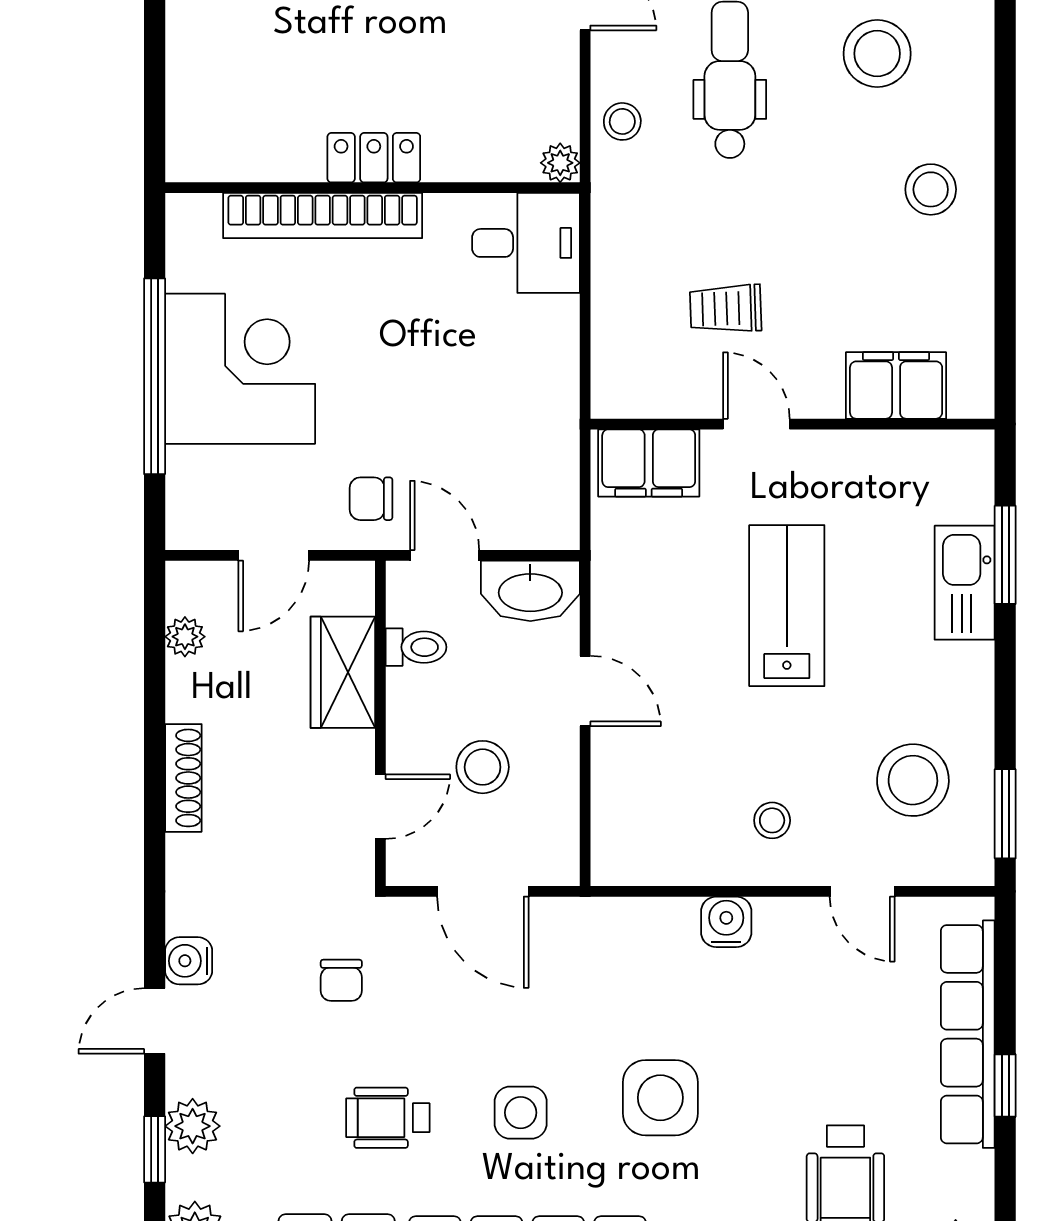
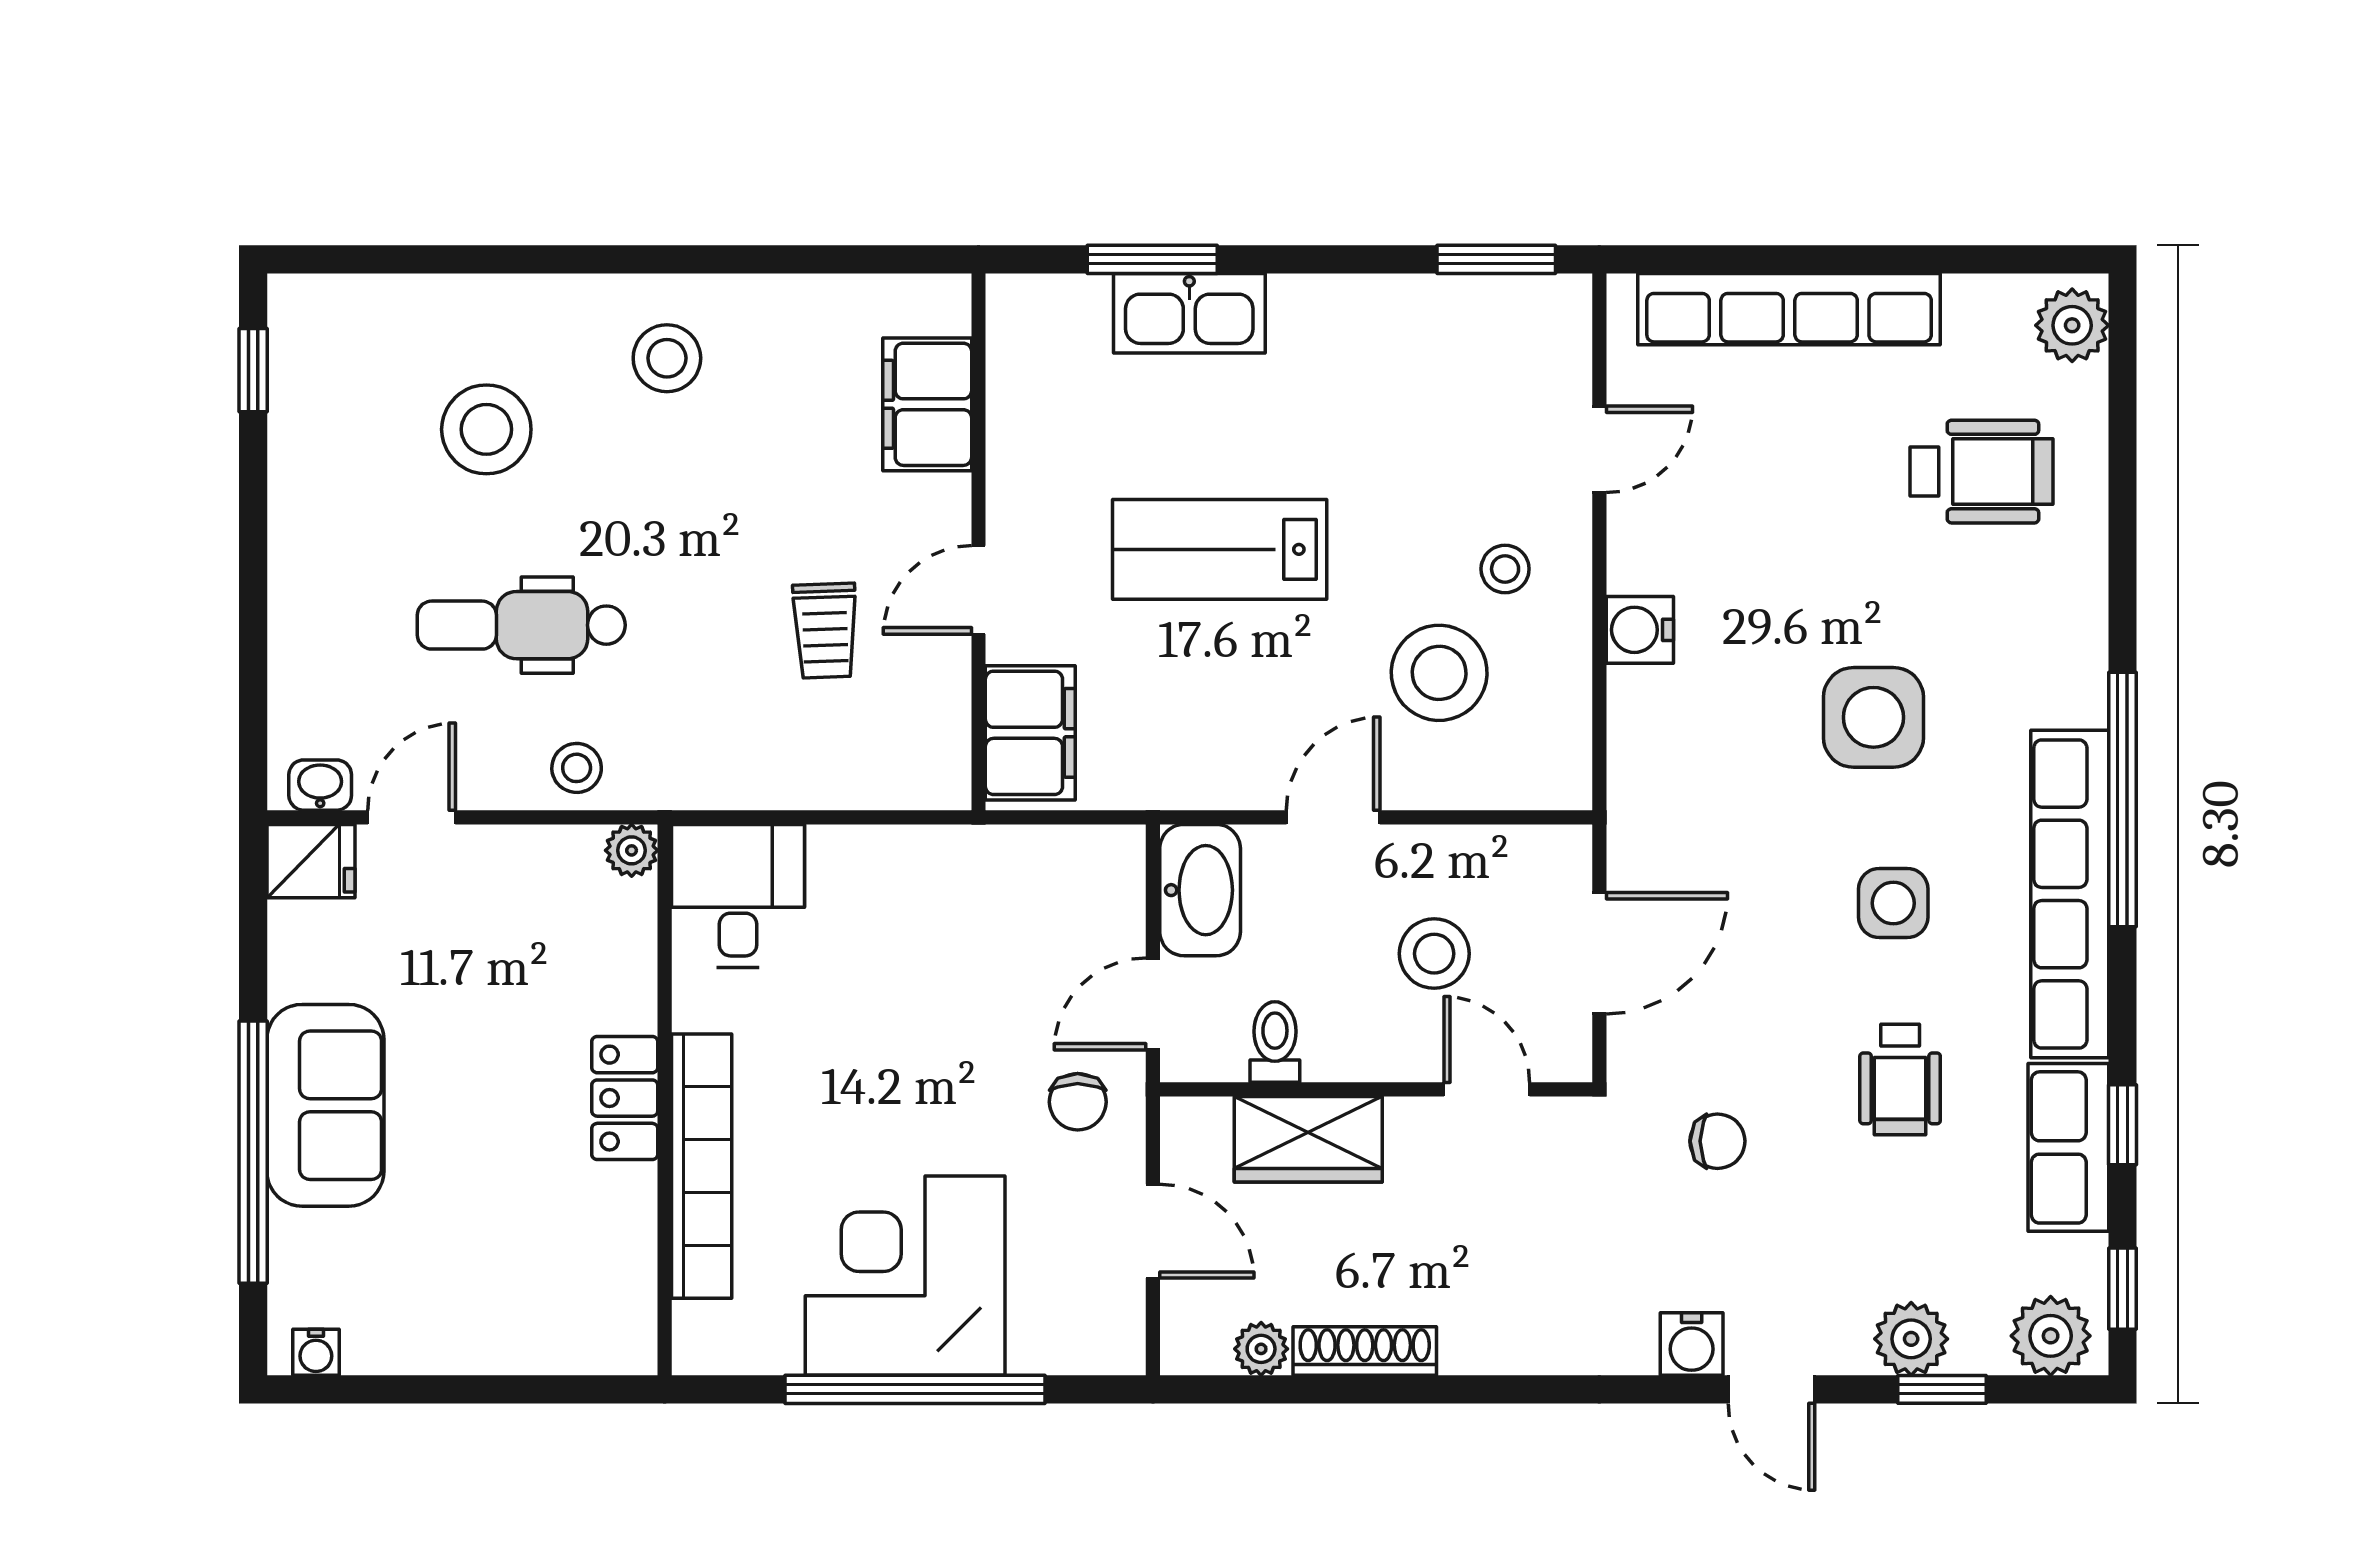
shoe rack: (183, 778) -> (1365, 1351), moved
stool: (913, 780) -> (1439, 673), moved
window: (1005, 1086) -> (1857, 259), removed

